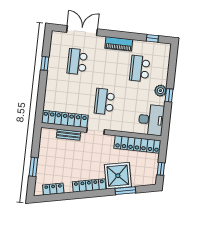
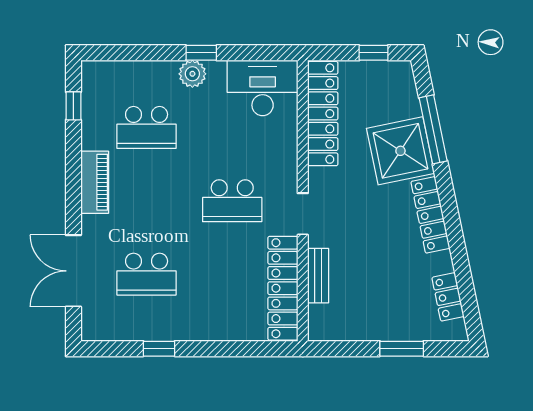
window: (125, 191) -> (433, 129), width x1.44

